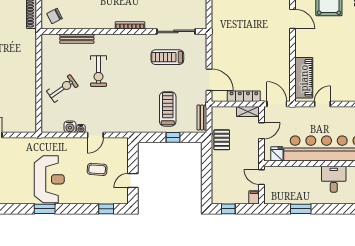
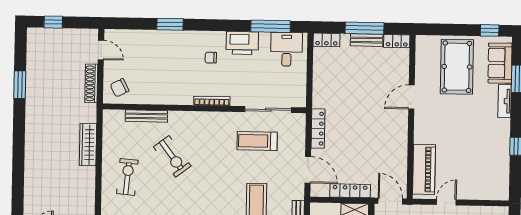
door: (292, 19) -> (412, 97), swing flipped
locker: (217, 46) -> (318, 129), added
wardrobe: (30, 63) -> (88, 145), added
exercise bike: (98, 71) -> (172, 156), turned -37
exercise bike: (62, 88) -> (127, 177), turned -50

